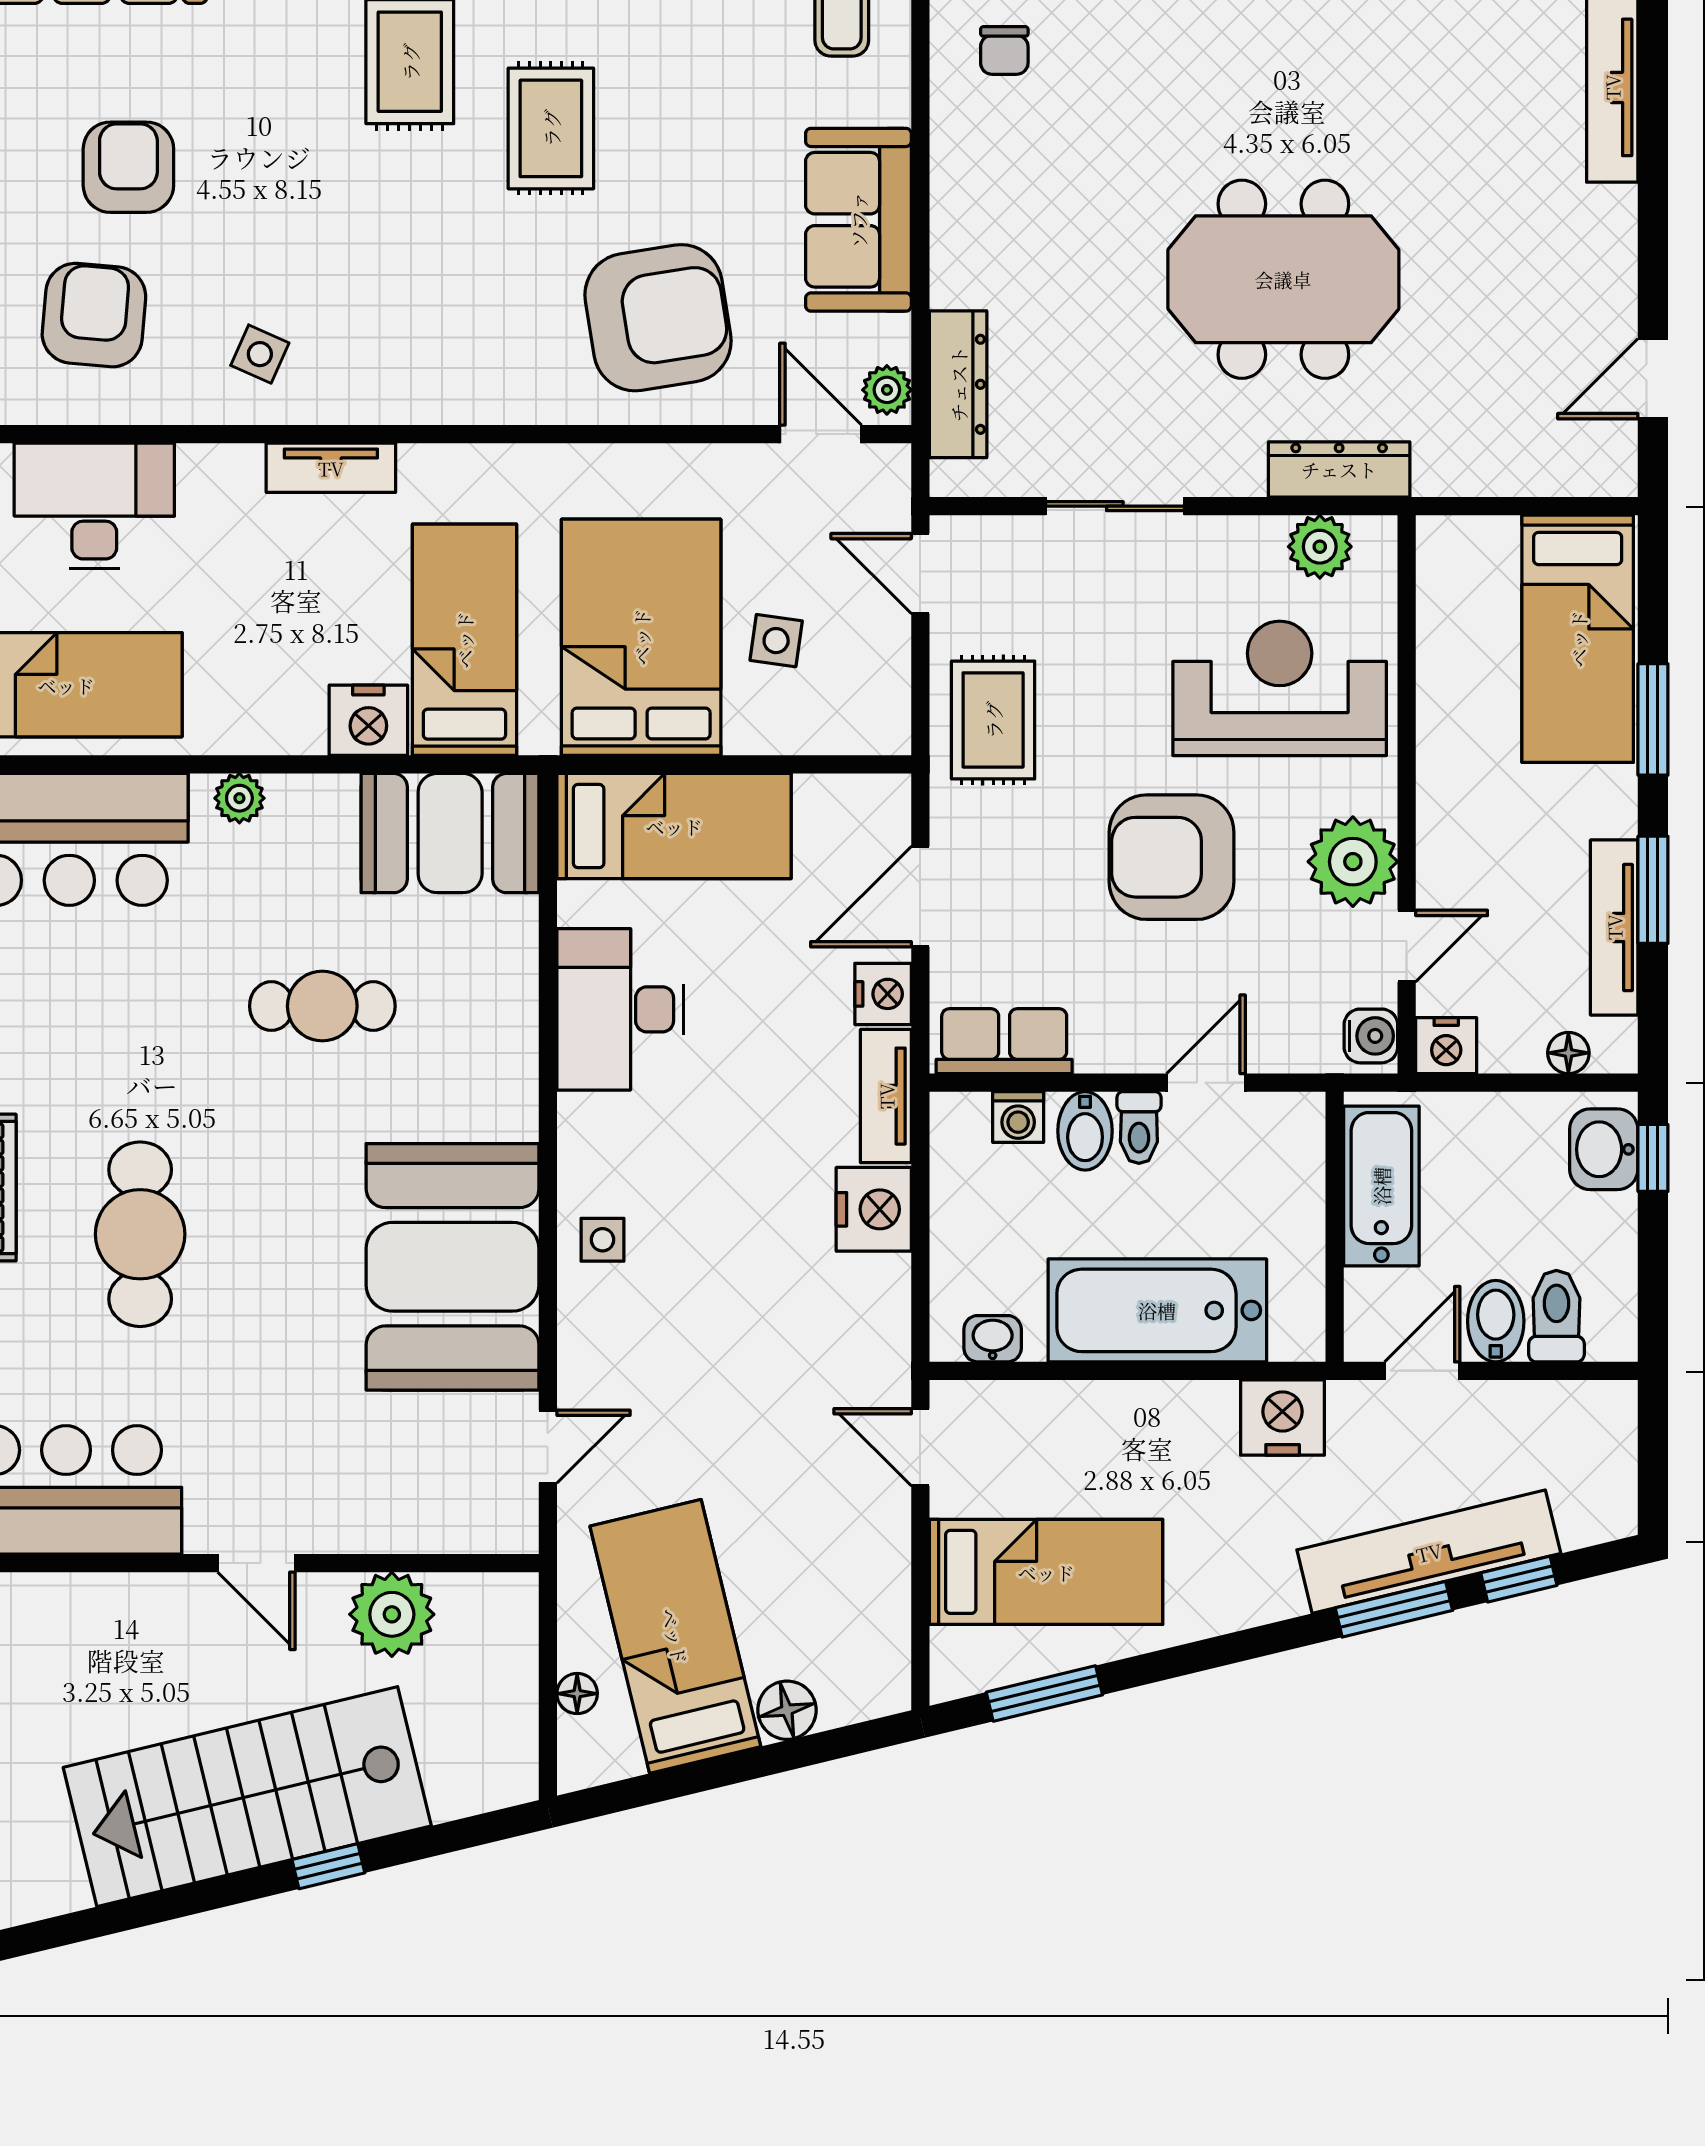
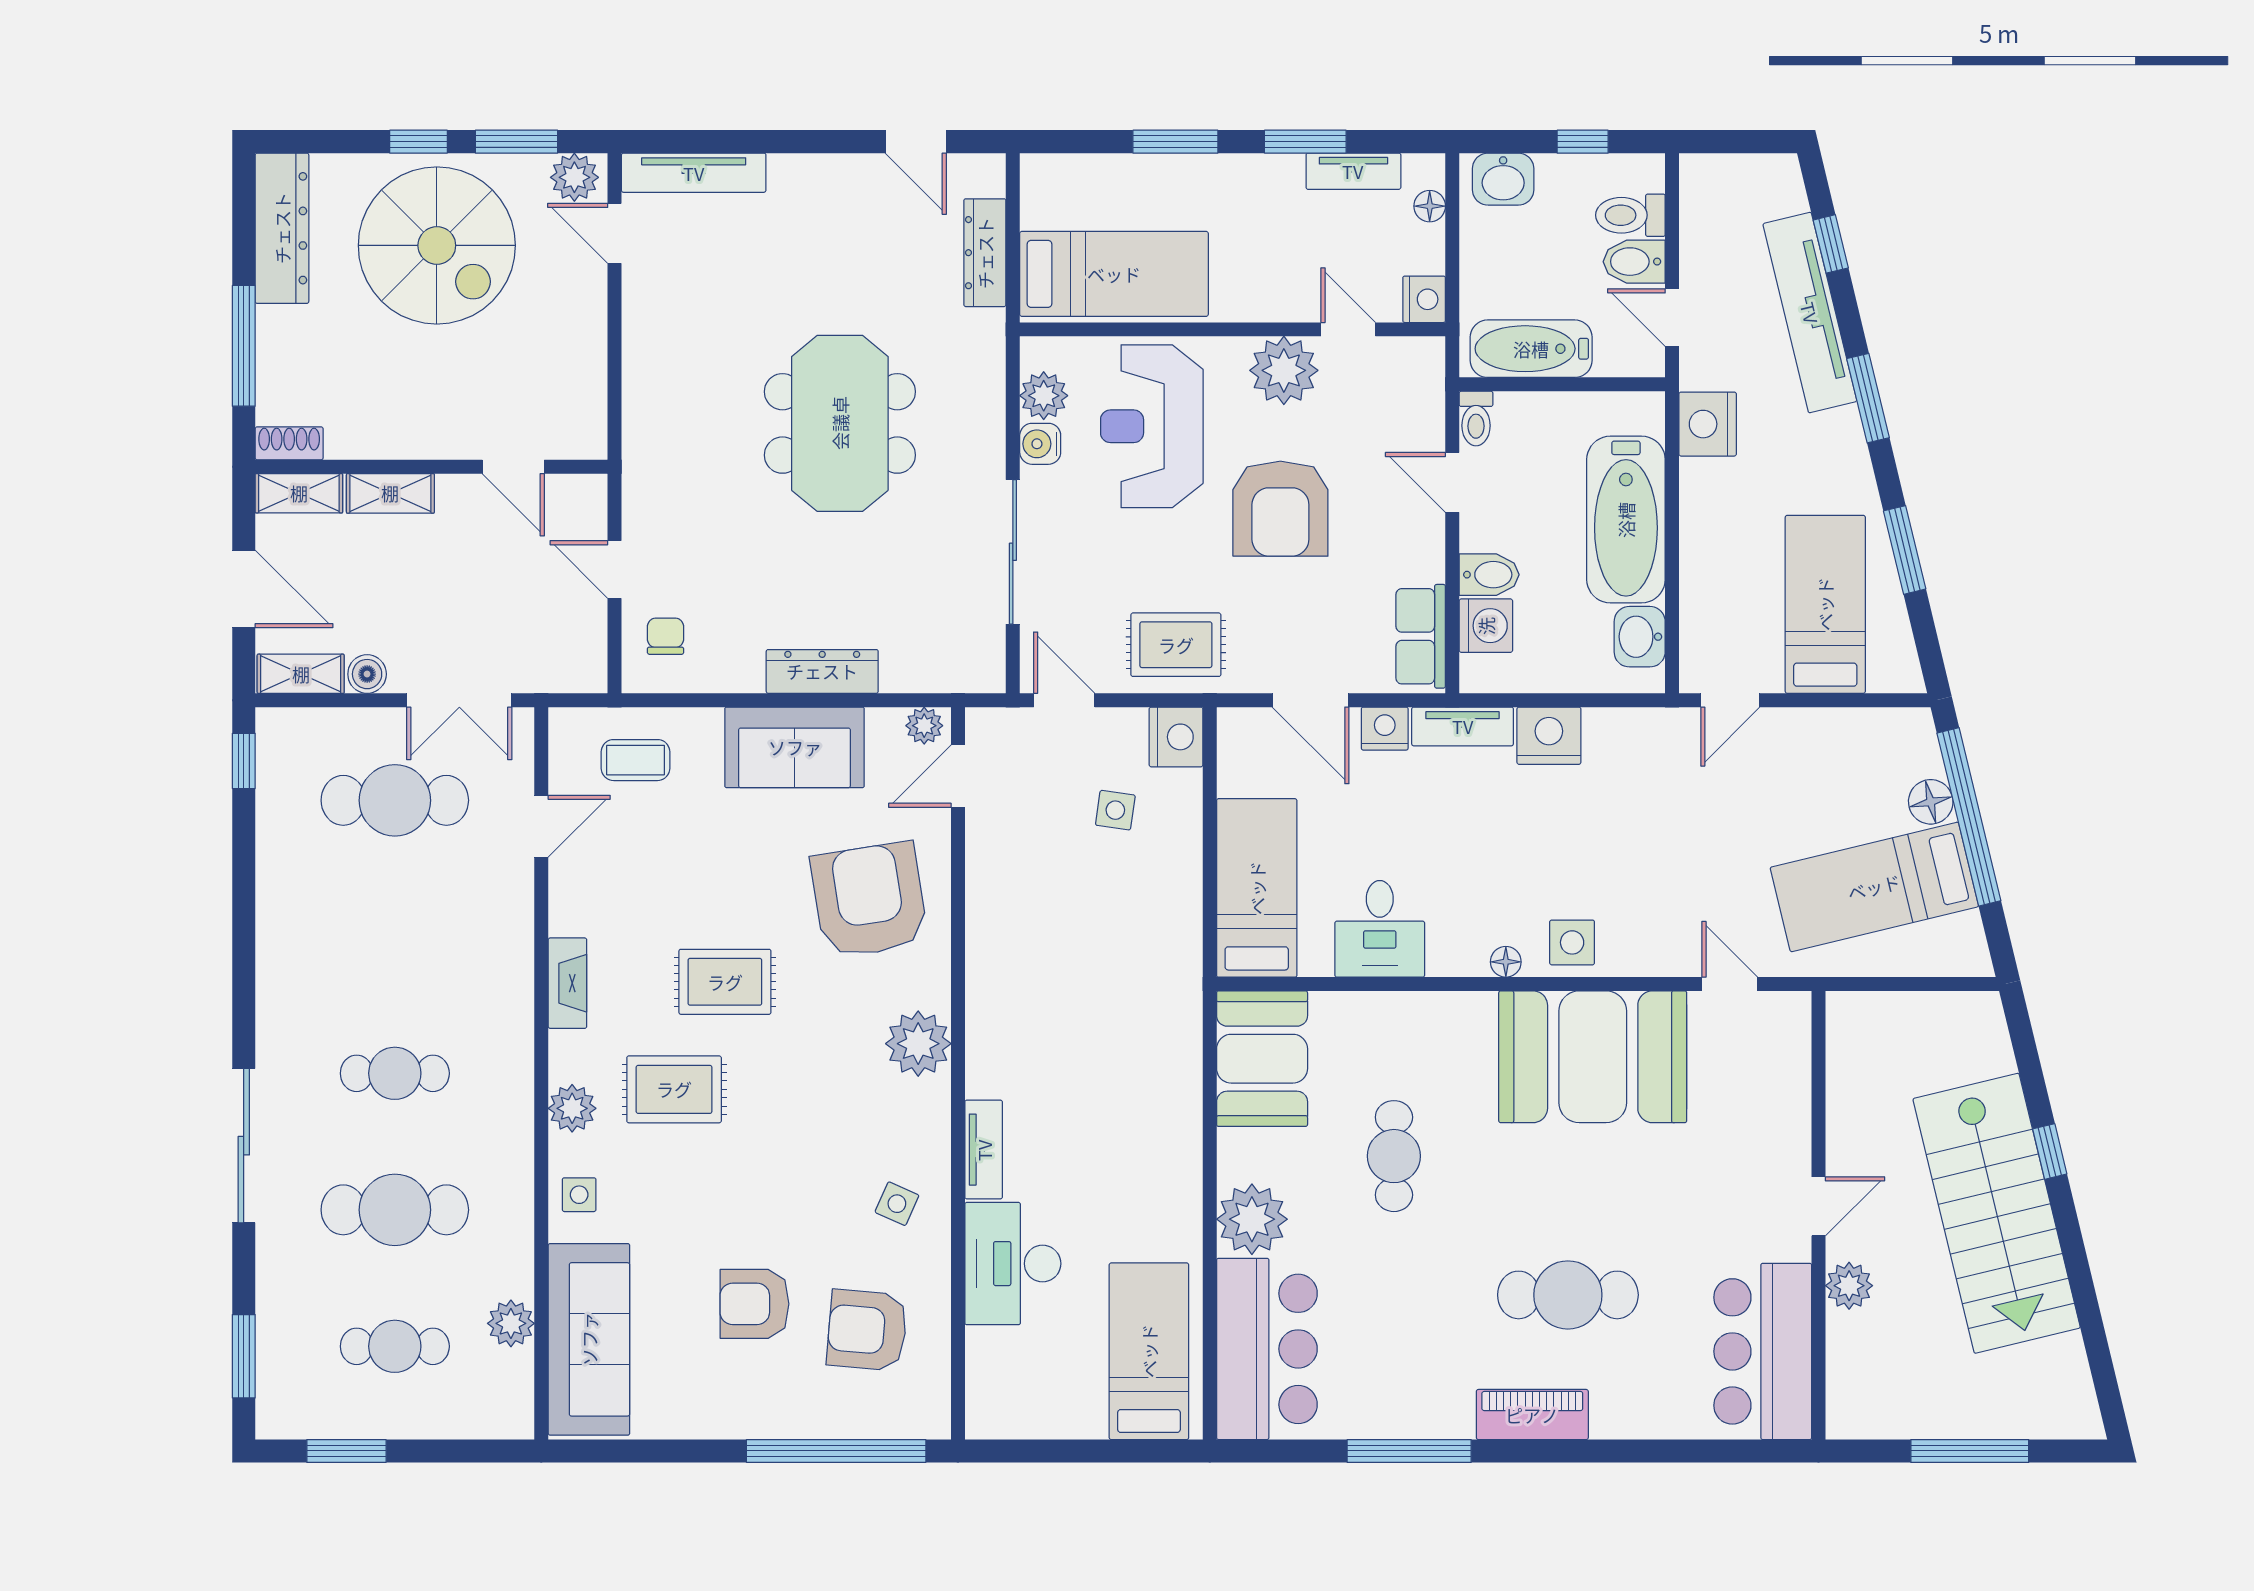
chair: (1004, 51) -> (666, 636), turned -90
plant: (470, 382) -> (918, 1044), added
dresser: (958, 384) -> (822, 671), moved
dresser: (1339, 469) -> (985, 253), moved
desk: (94, 506) -> (1013, 1264), moved
sliding door: (1115, 506) -> (1013, 552), width x1.37
door: (920, 574) -> (1064, 700), swing flipped
bed: (641, 637) -> (1113, 913), removed
bed: (1578, 639) -> (1114, 274), moved
bed: (464, 640) -> (1115, 1048), removed
nightstand: (368, 720) -> (1176, 737), moved
plant: (239, 798) -> (1252, 1219), width x1.88, depth x1.88
tv unit: (1614, 927) -> (1353, 171), width x0.71
desk: (620, 1009) -> (1380, 929), width x0.73
water cooler: (1371, 1036) -> (1040, 444), moved, turned -90
washing machine: (1018, 1117) -> (1486, 626), width x1.38, depth x1.38
toilet: (1139, 1128) -> (1476, 419), moved, turned 90
window: (1653, 1158) -> (1583, 142), moved
side table: (602, 1240) -> (1572, 942), width x1.37, depth x1.37
washbasin: (993, 1339) -> (1640, 637), width x1.38, depth x1.45
window: (1394, 1609) -> (1868, 398), moved
plant: (392, 1614) -> (1849, 1286), moved, width x0.73, depth x0.73
floor lamp: (577, 1694) -> (1506, 962), moved
window: (1044, 1694) -> (1905, 550), moved
window: (767, 1760) -> (1969, 817), added

